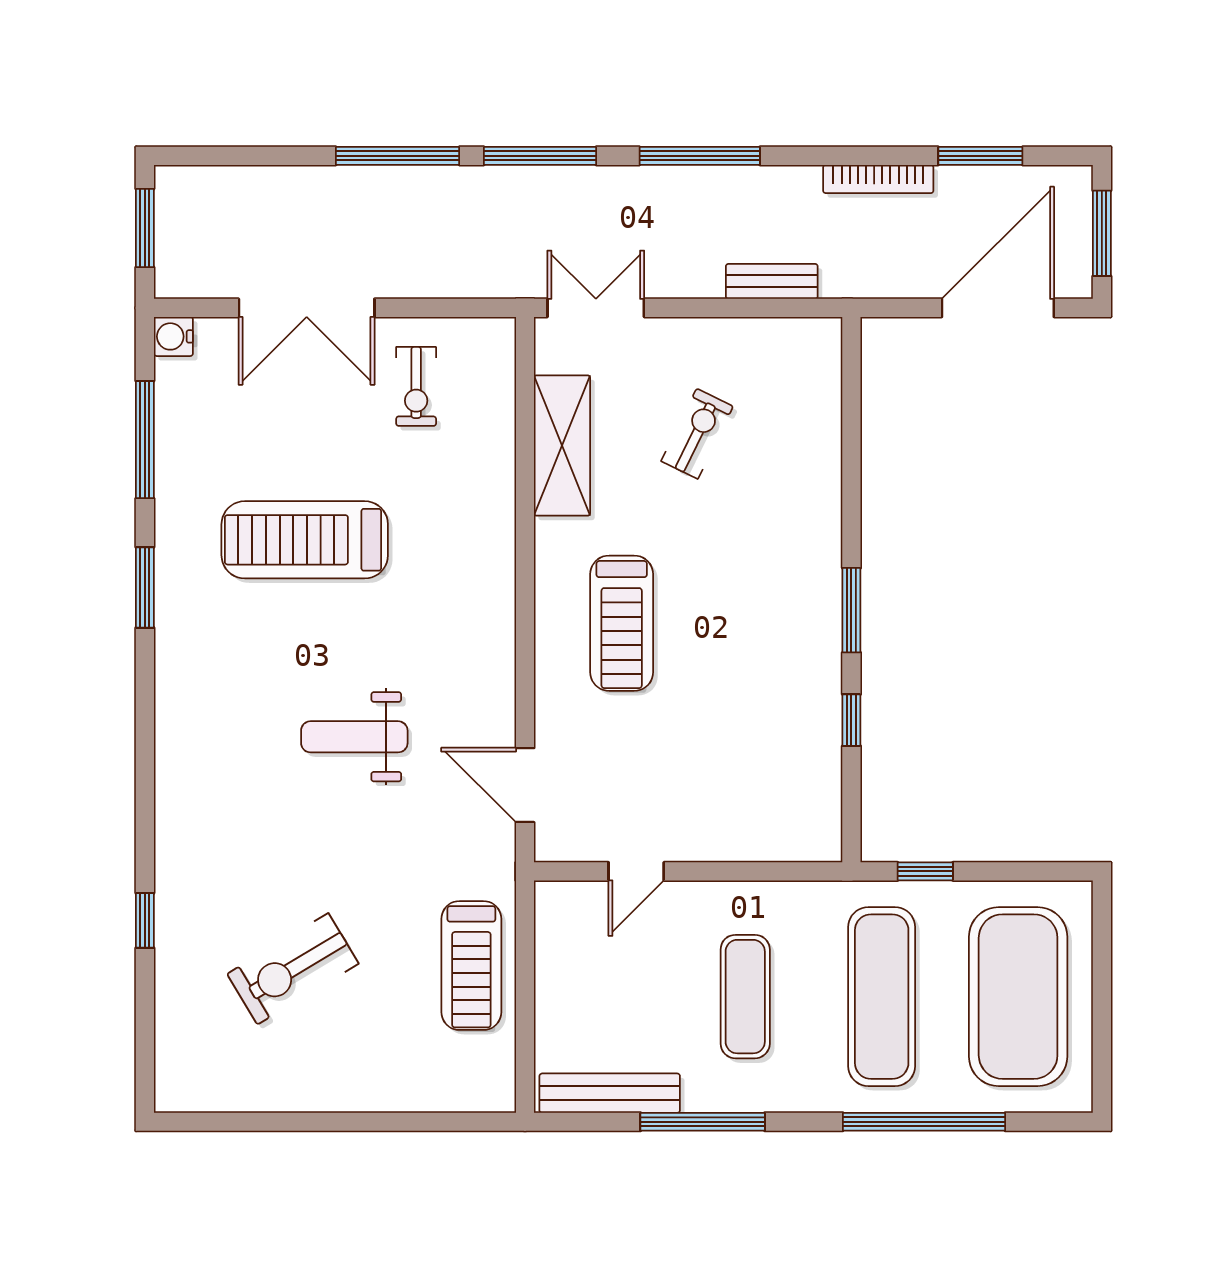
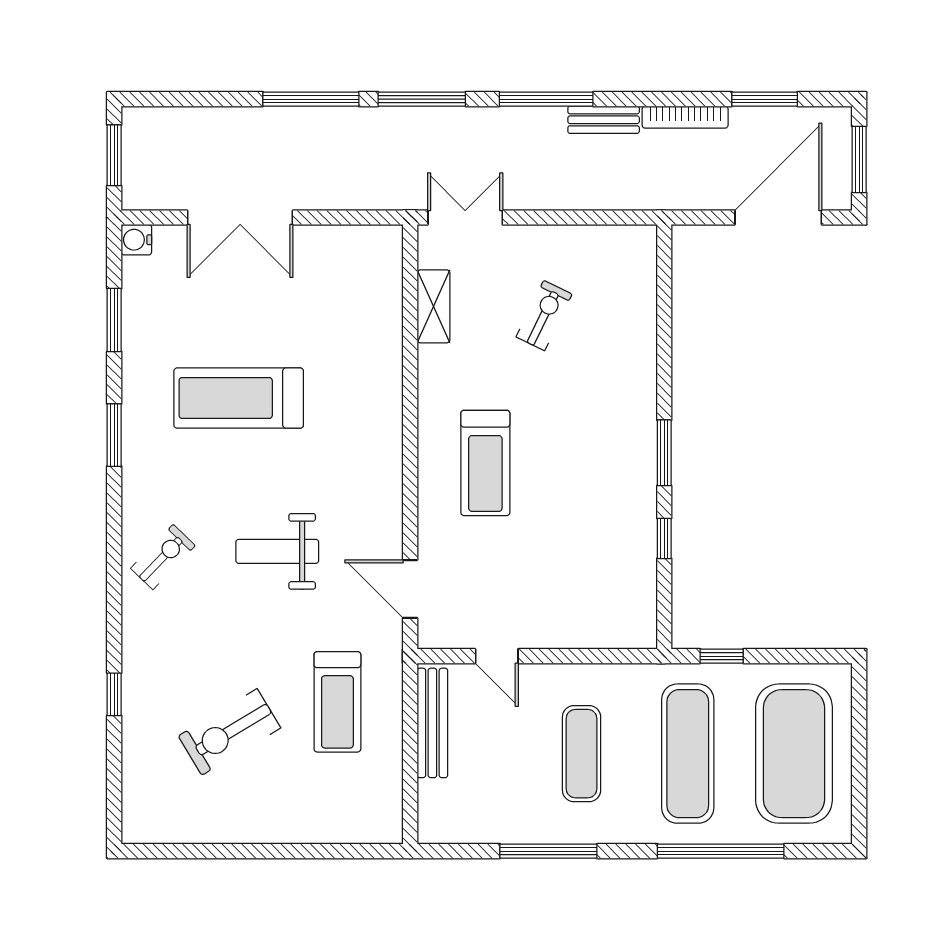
bench: (772, 281) -> (604, 120), moved
exercise bike: (416, 386) -> (163, 557), moved, turned -136
window: (145, 440) -> (114, 320), width x0.69
shelving: (562, 445) -> (433, 306), width x0.67, depth x0.75
door: (636, 871) -> (497, 656), hinge flipped
treadmill: (471, 966) -> (337, 702), moved
bench: (610, 1093) -> (432, 723), moved, turned 90

